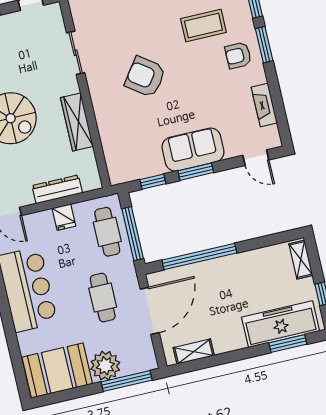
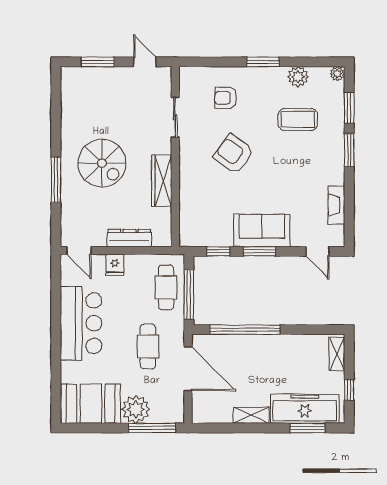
armchair: (238, 55) -> (226, 98), moved
fridge: (64, 217) -> (115, 265), moved
door: (150, 311) -> (188, 369), hinge flipped
shelving: (194, 352) -> (251, 415), moved

